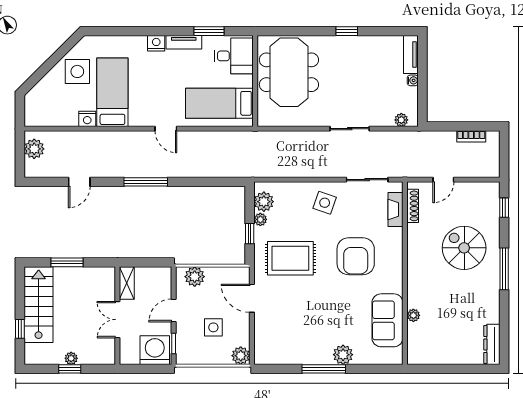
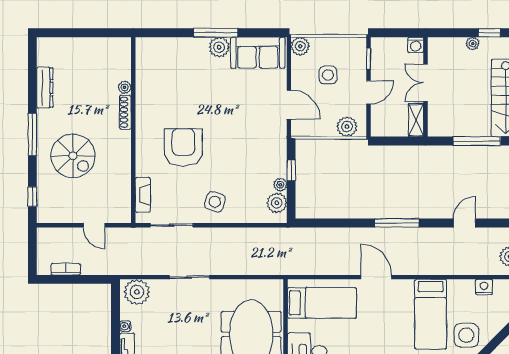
nightstand: (87, 119) -> (484, 287), moved
plant: (401, 120) -> (137, 292), width x1.88, depth x1.88
door: (166, 129) -> (376, 277), width x1.38
door: (443, 180) -> (94, 225), swing flipped
shoe rack: (413, 206) -> (125, 112), moved
rug: (290, 258) -> (250, 145), removed
window: (67, 262) -> (477, 141), width x1.44
double door: (117, 320) -> (426, 83), swing flipped
sofa: (387, 320) -> (258, 53), moved, turned 90
dresser: (492, 344) -> (45, 88), moved
washing machine: (155, 350) -> (416, 45), moved, width x0.53, depth x0.53
plant: (343, 355) -> (219, 47), moved
window: (70, 369) -> (489, 33), moved

